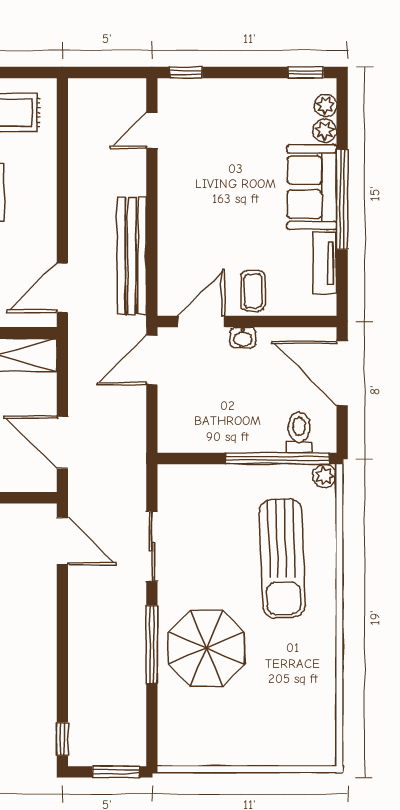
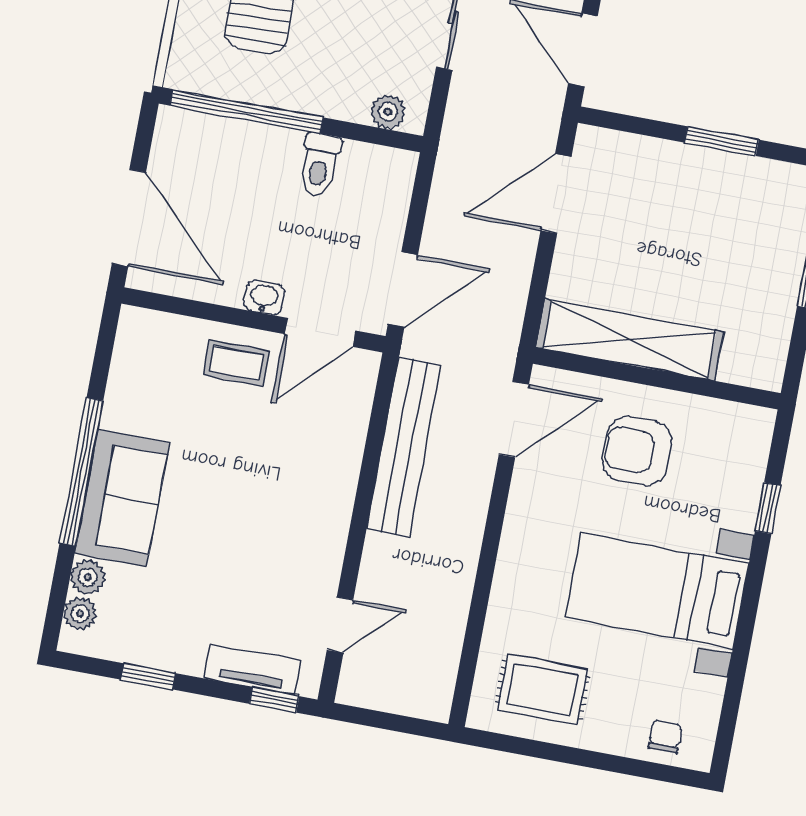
window: (306, 72) -> (148, 676), moved
tv unit: (325, 263) -> (252, 670), moved, turned -90
coffee table: (253, 291) -> (236, 363), turned 90
toilet: (299, 432) -> (319, 165), moved
door: (62, 442) -> (556, 194), swing flipped
plant: (325, 476) -> (388, 112), moved

